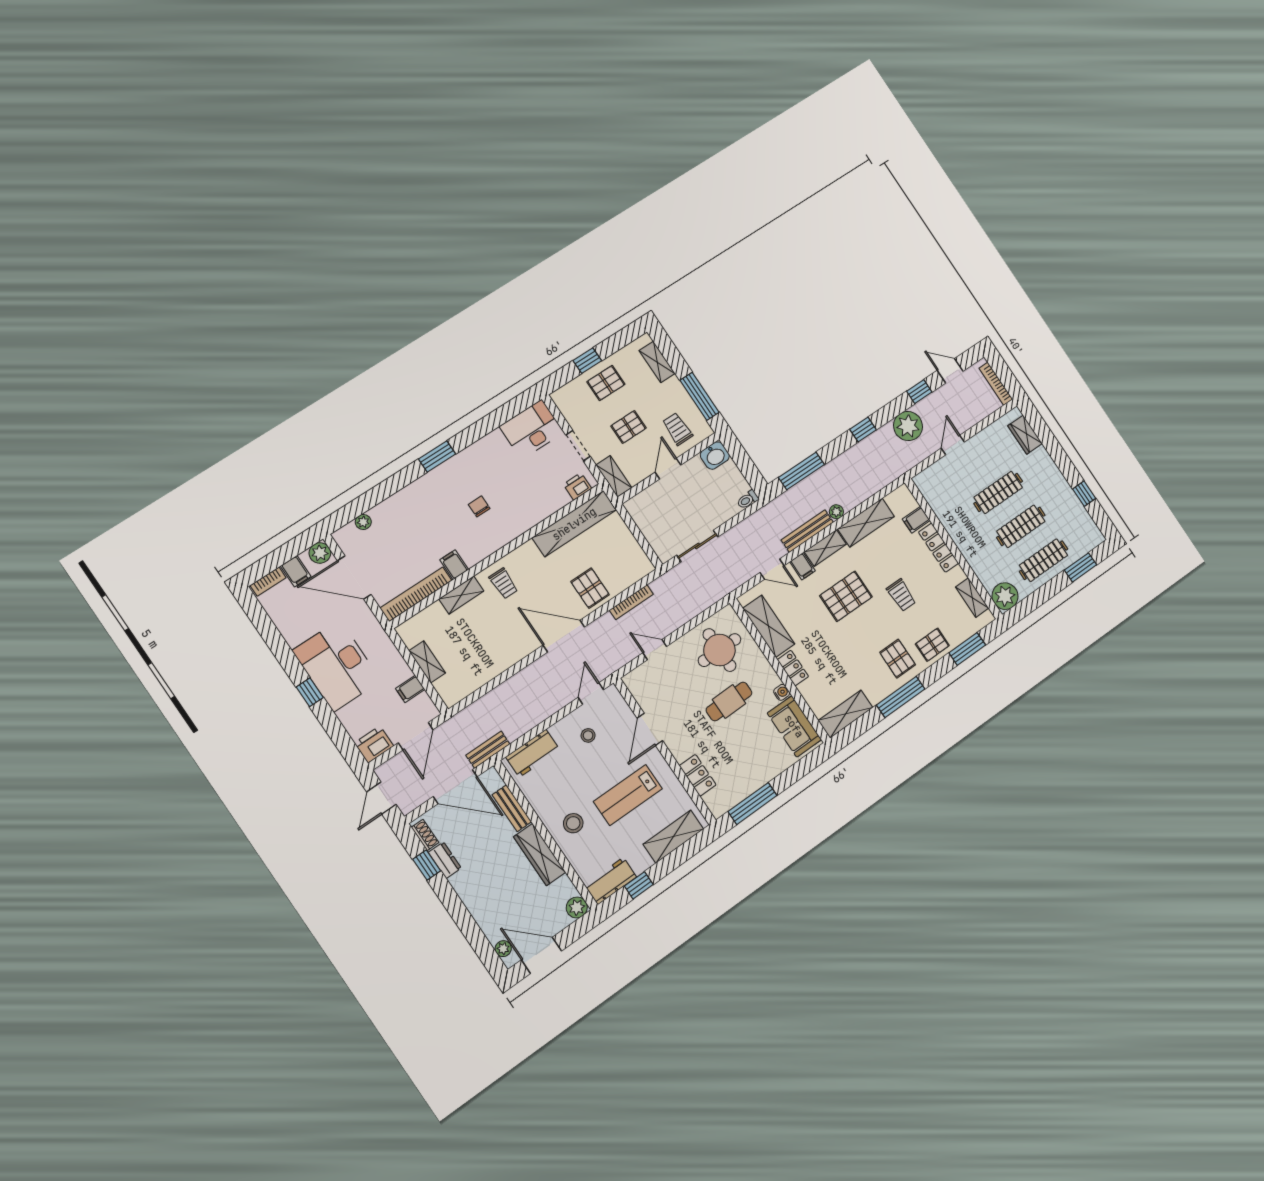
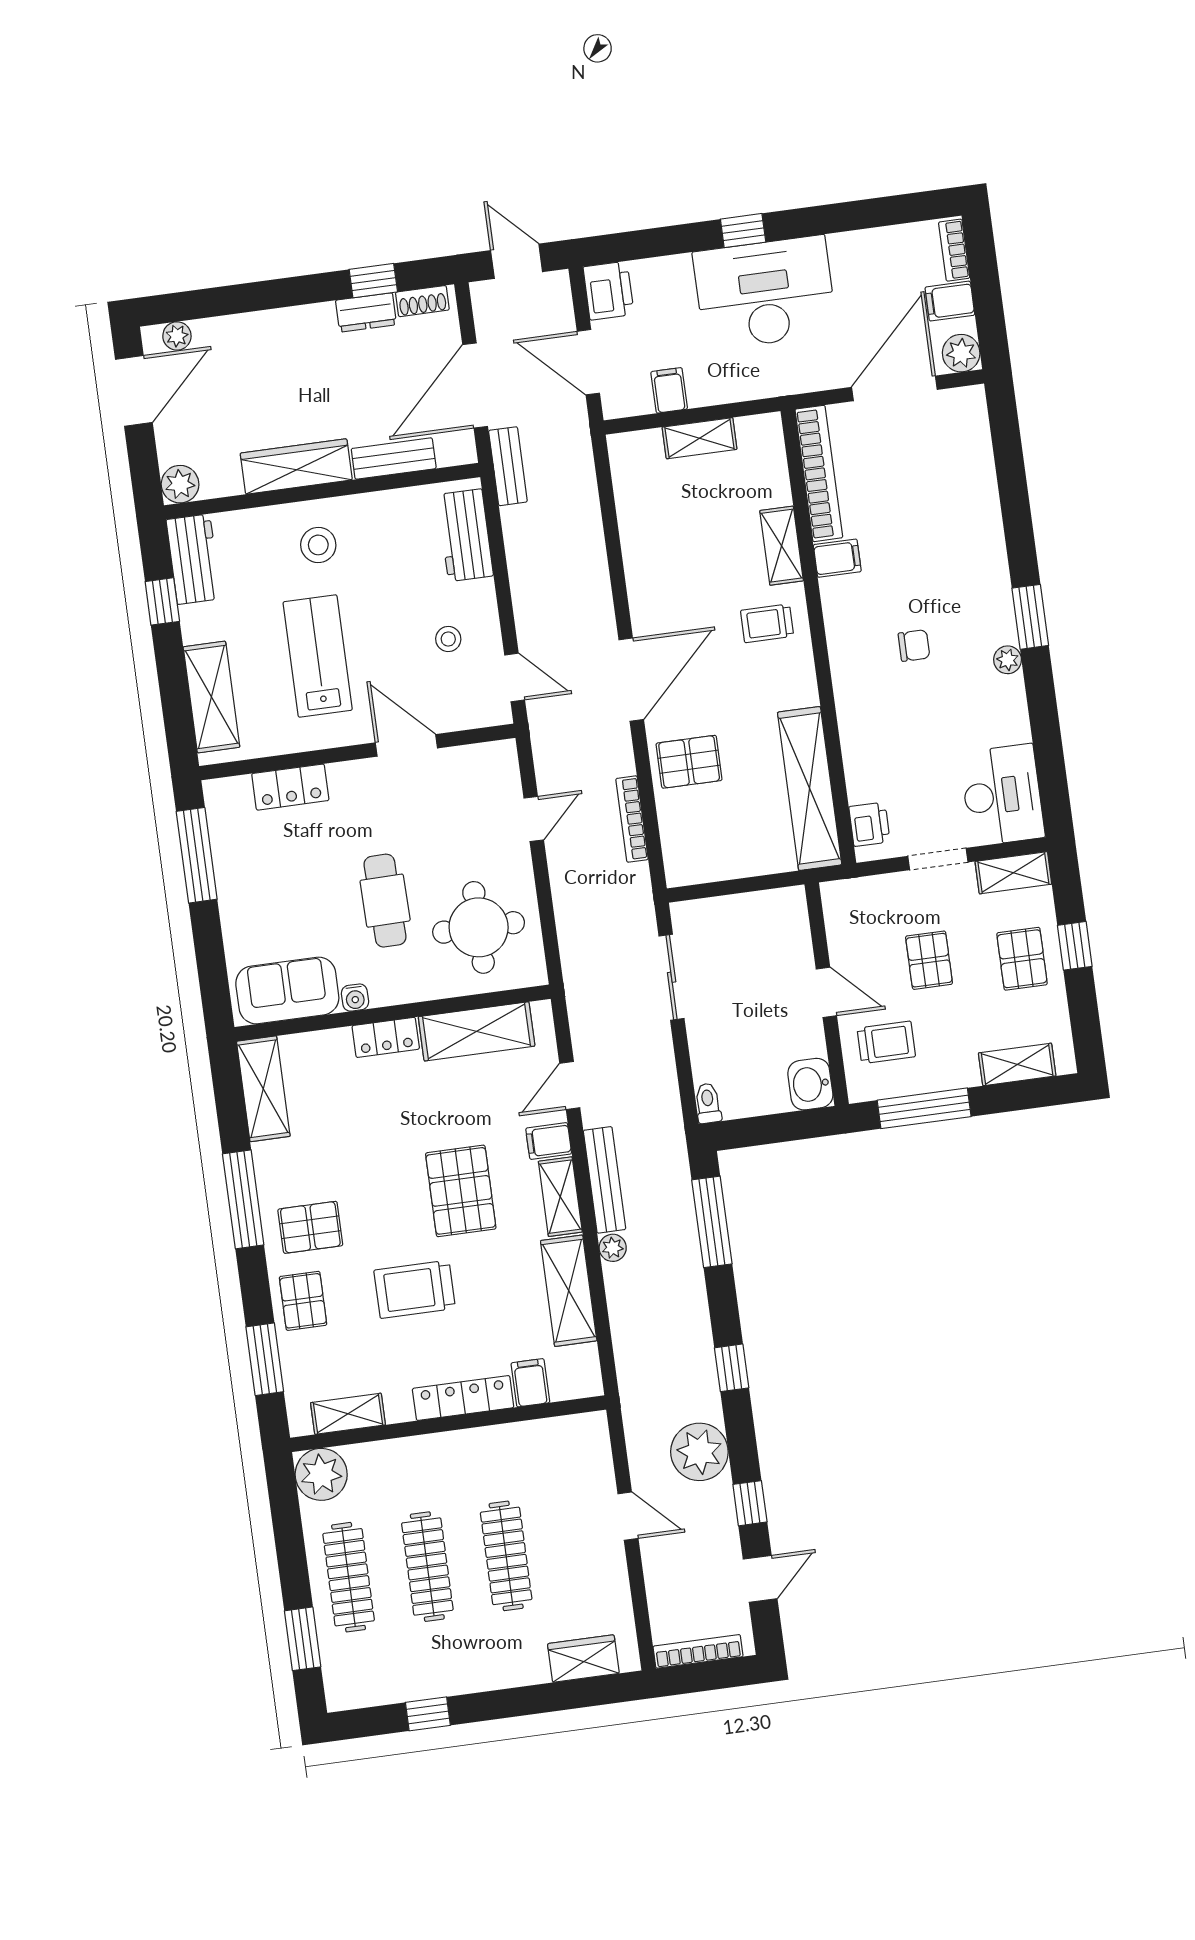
shelving: (614, 476) -> (1013, 873), moved
plant: (363, 522) -> (1008, 660), moved
trolley: (901, 595) -> (415, 1289), width x1.36, depth x1.39

